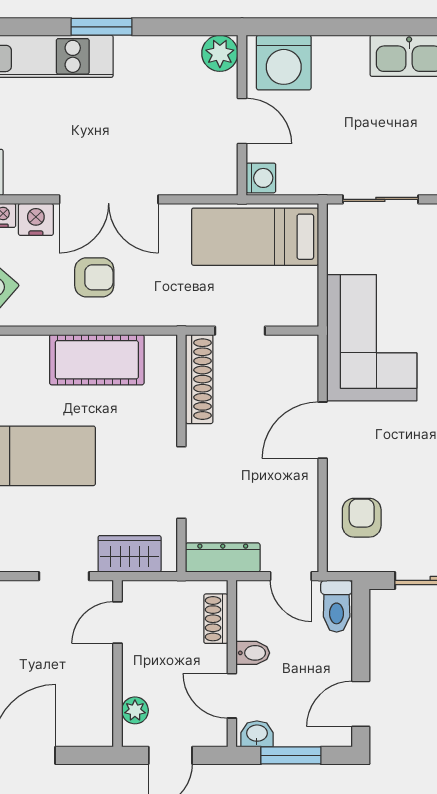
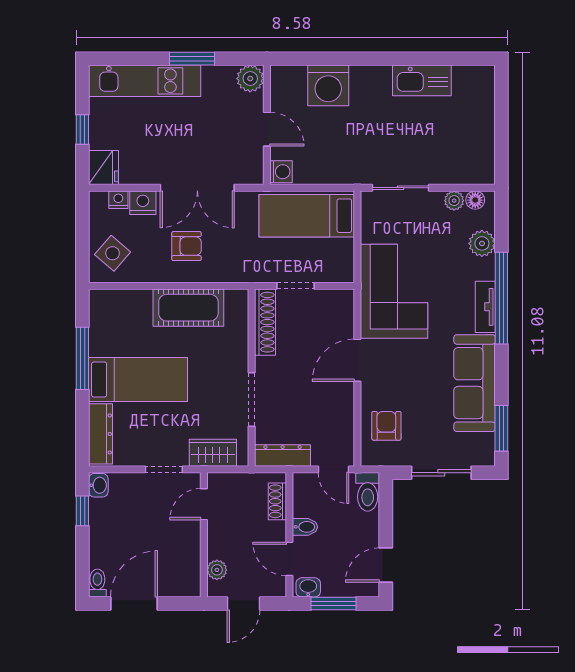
plant: (220, 53) -> (250, 79), moved
wall: (242, 115) -> (267, 125), moved
door: (242, 121) -> (267, 129), moved
washing machine: (261, 178) -> (281, 172), moved

